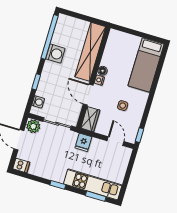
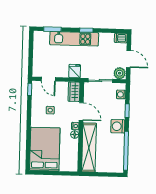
washing machine: (55, 54) -> (118, 126), moved
bed: (146, 65) -> (45, 149), width x1.50
kitchen unit: (93, 184) -> (74, 39), moved

